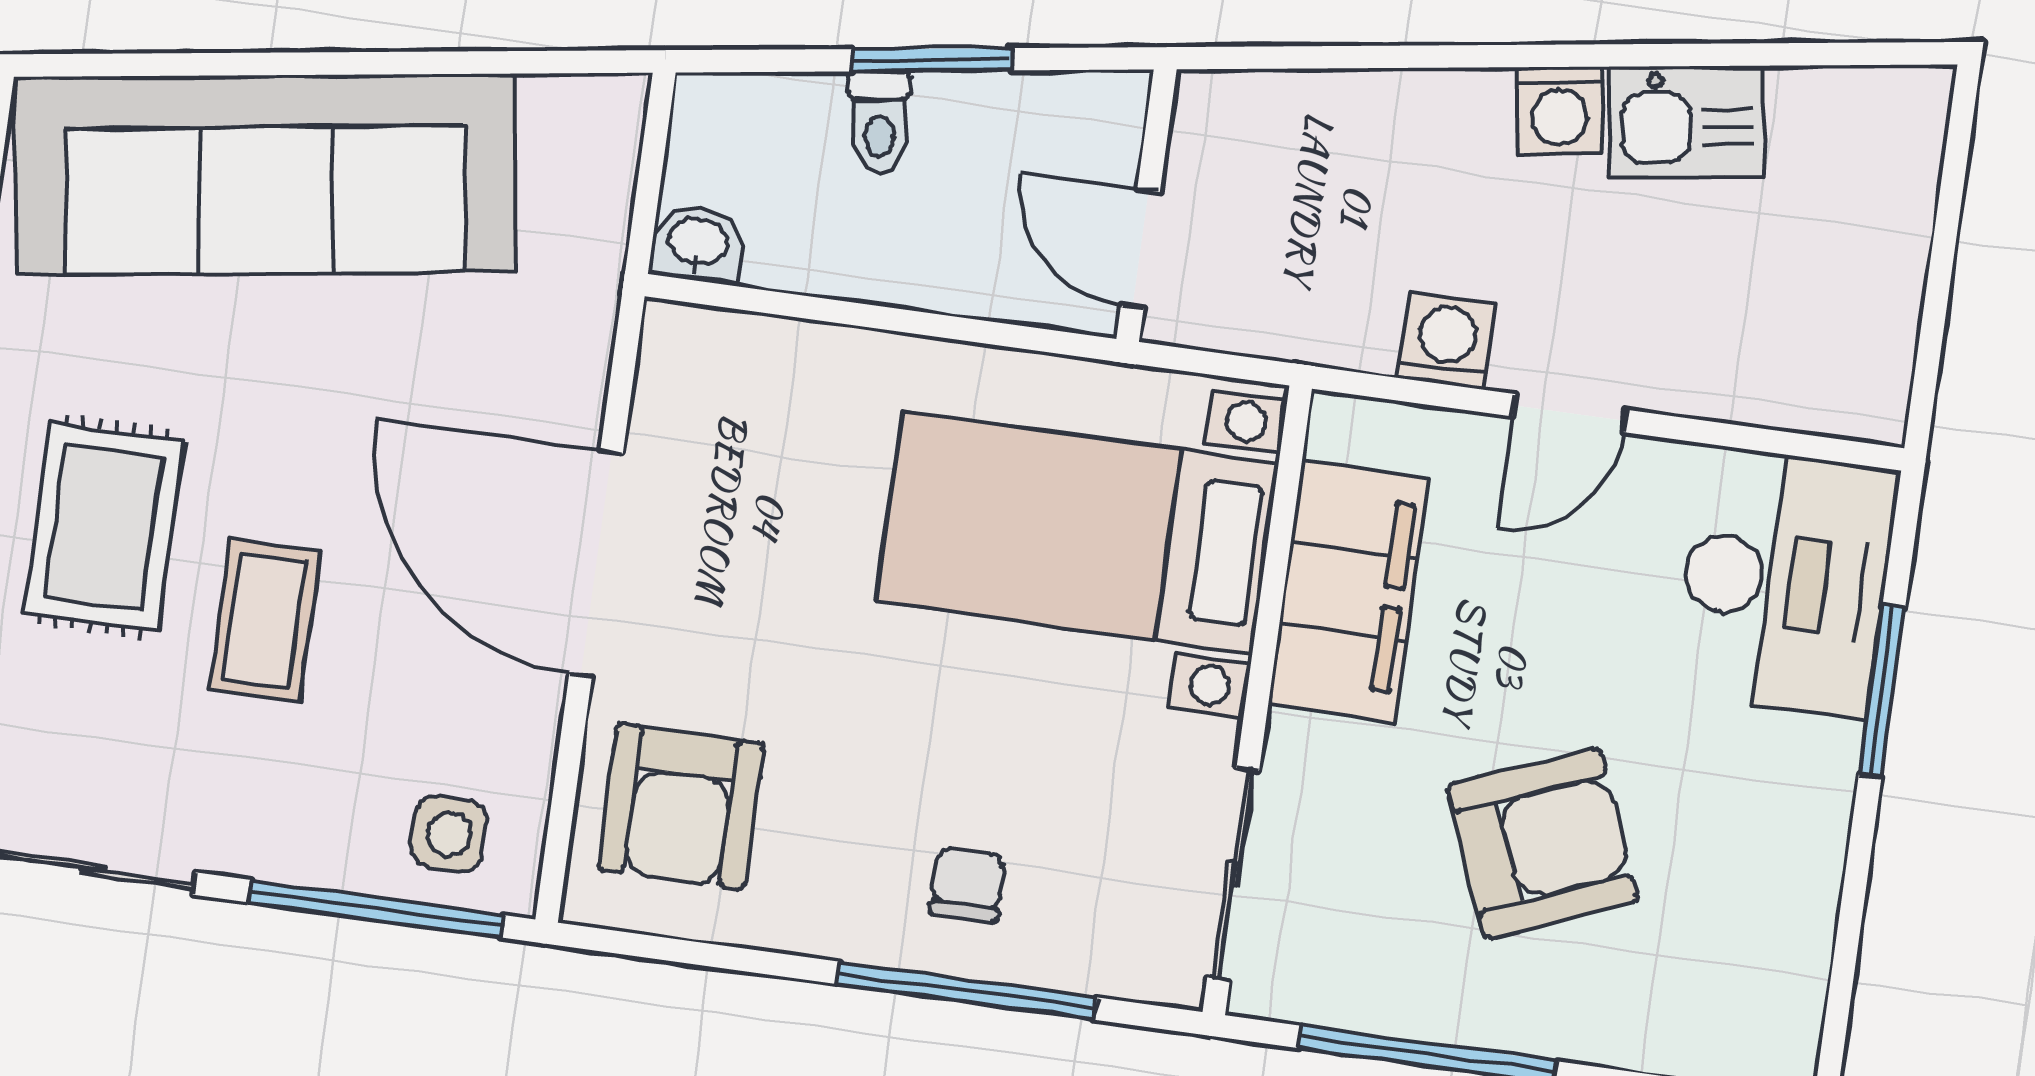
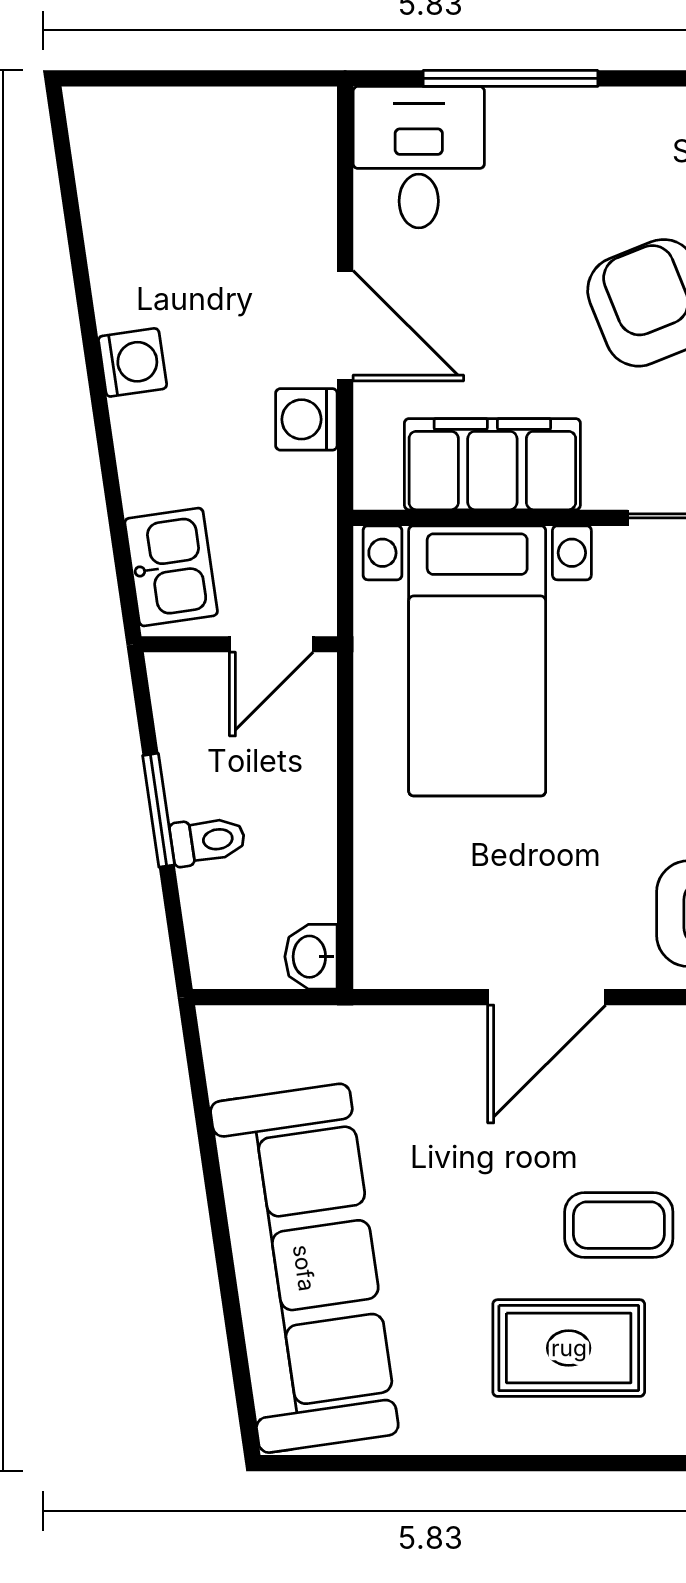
kitchen sink: (1687, 122) -> (171, 567), moved
door: (1570, 413) -> (345, 326), width x1.38
door: (596, 564) -> (547, 997), width x0.73
desk: (1785, 582) -> (419, 157), width x0.73
window: (1882, 691) -> (510, 78), width x1.44

